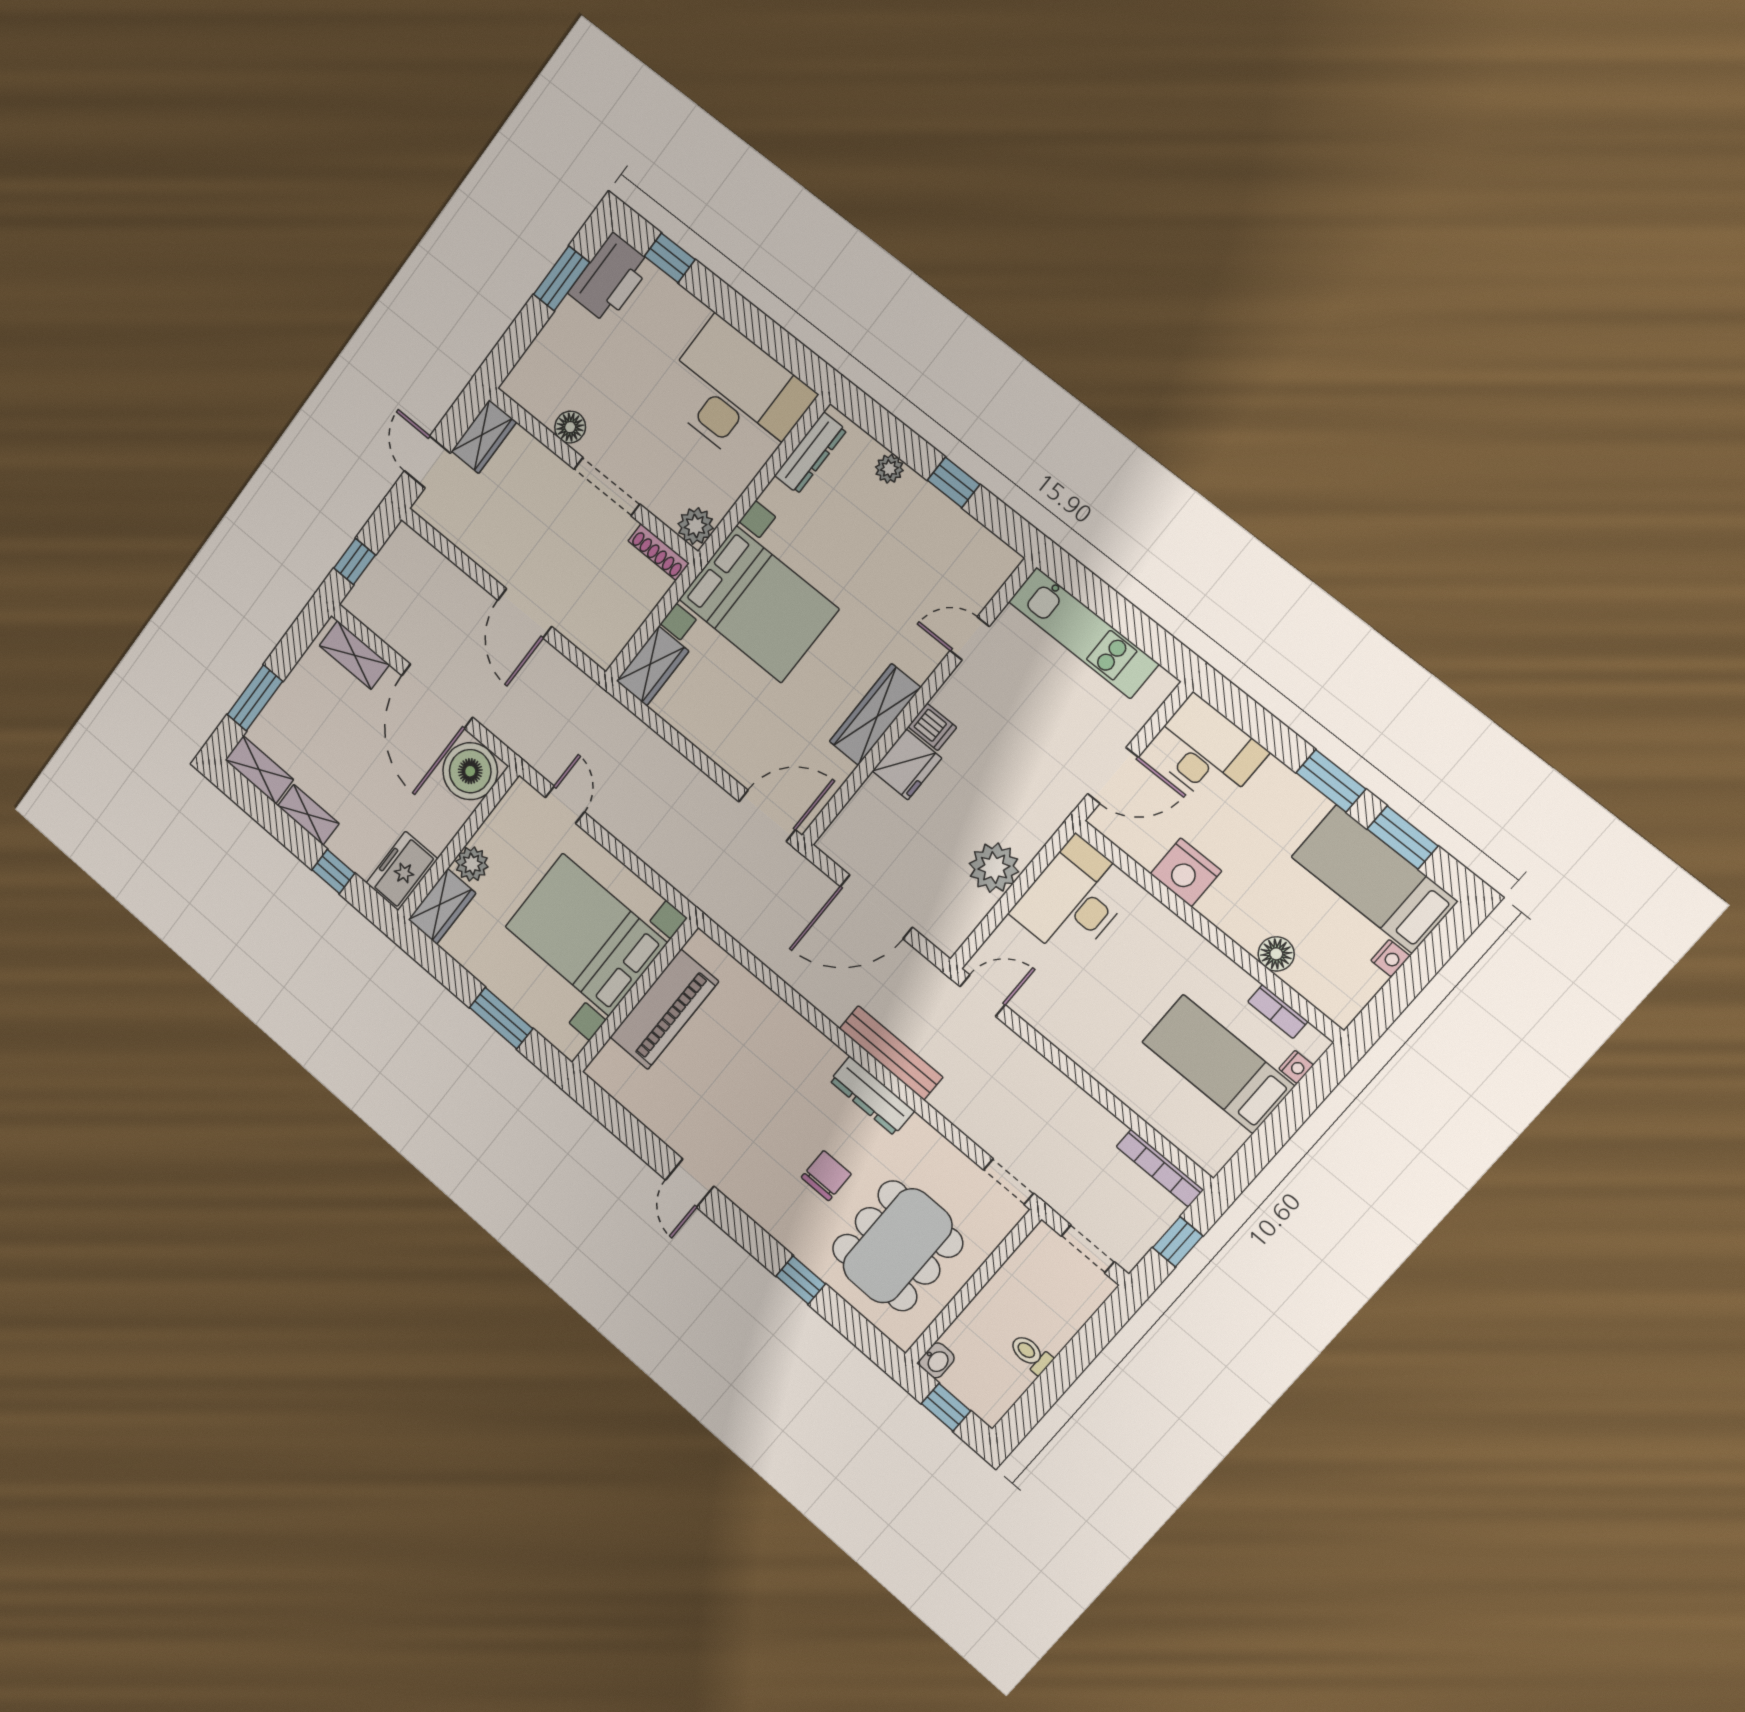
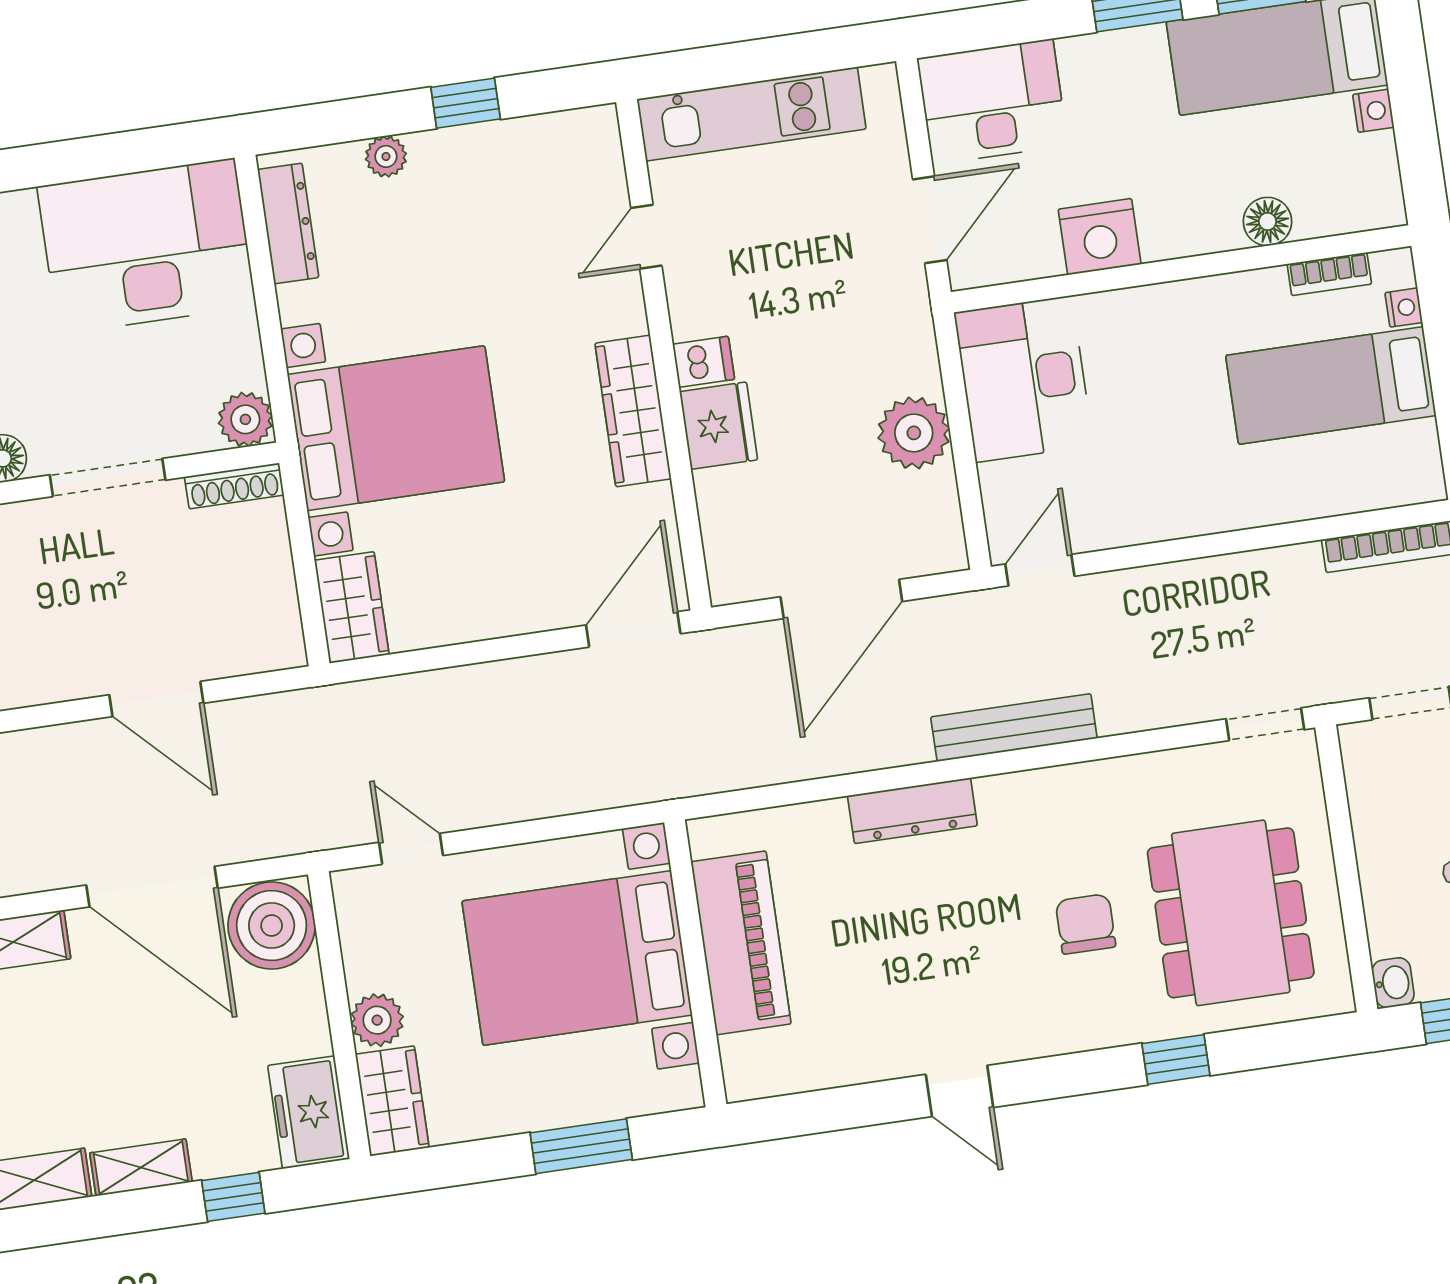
dresser: (872, 1096) -> (912, 811), moved

